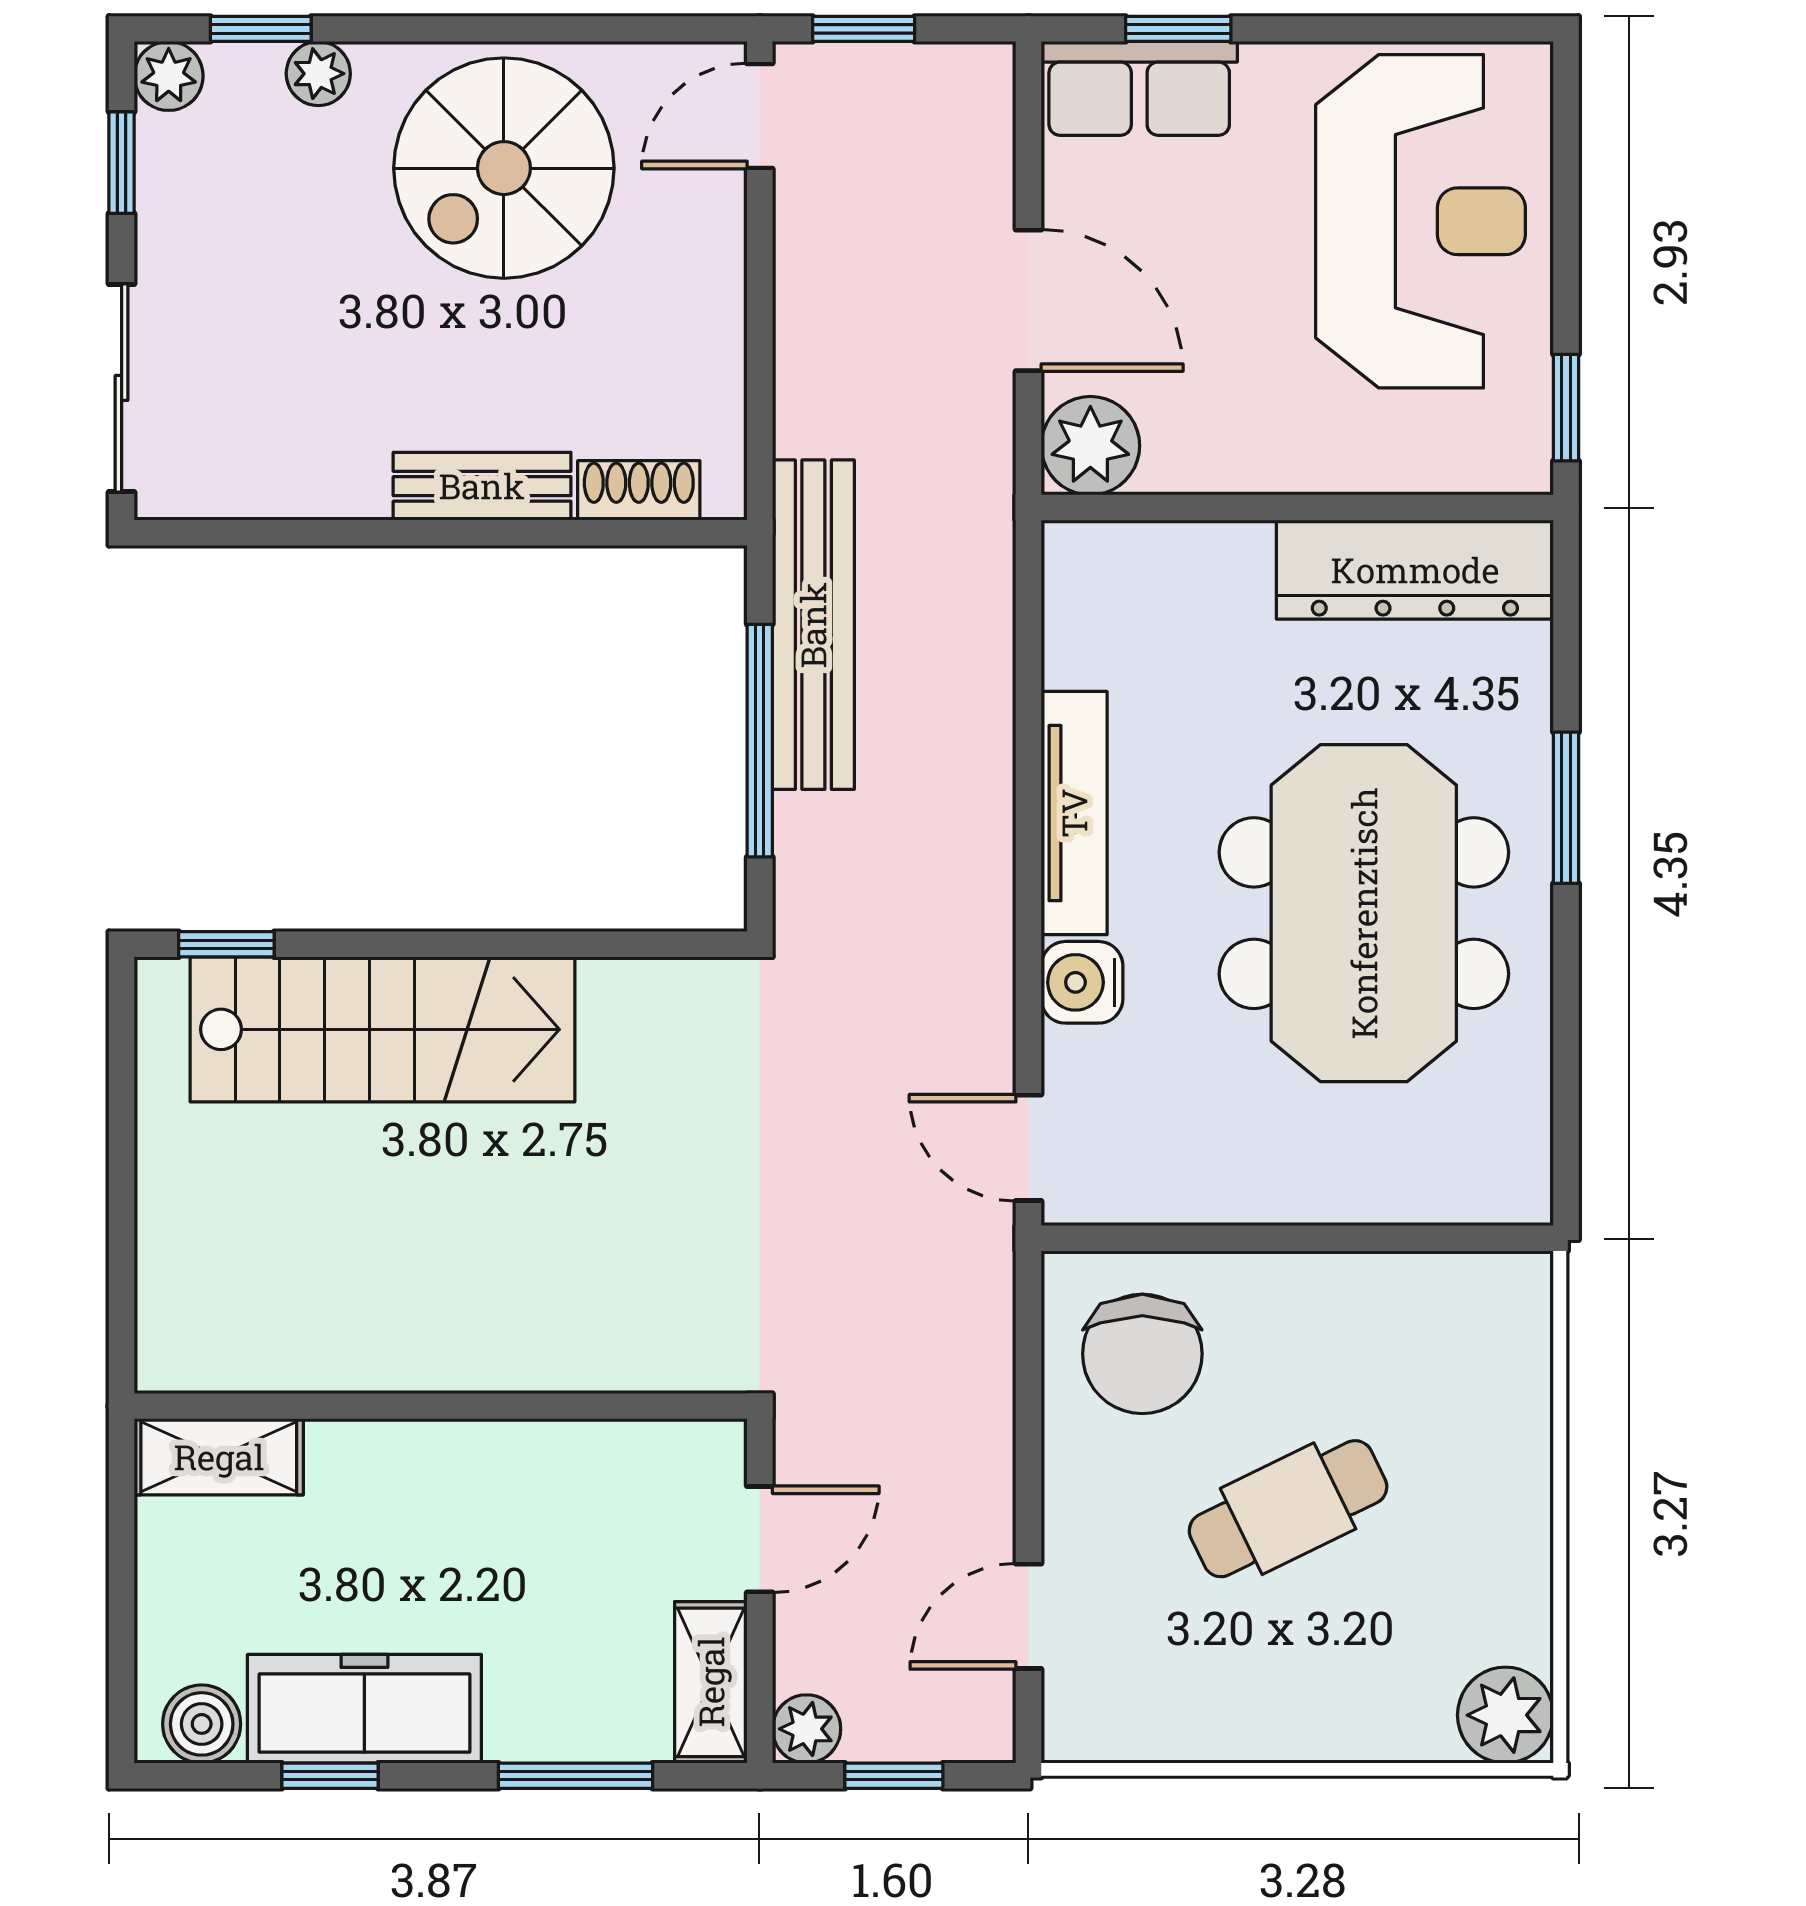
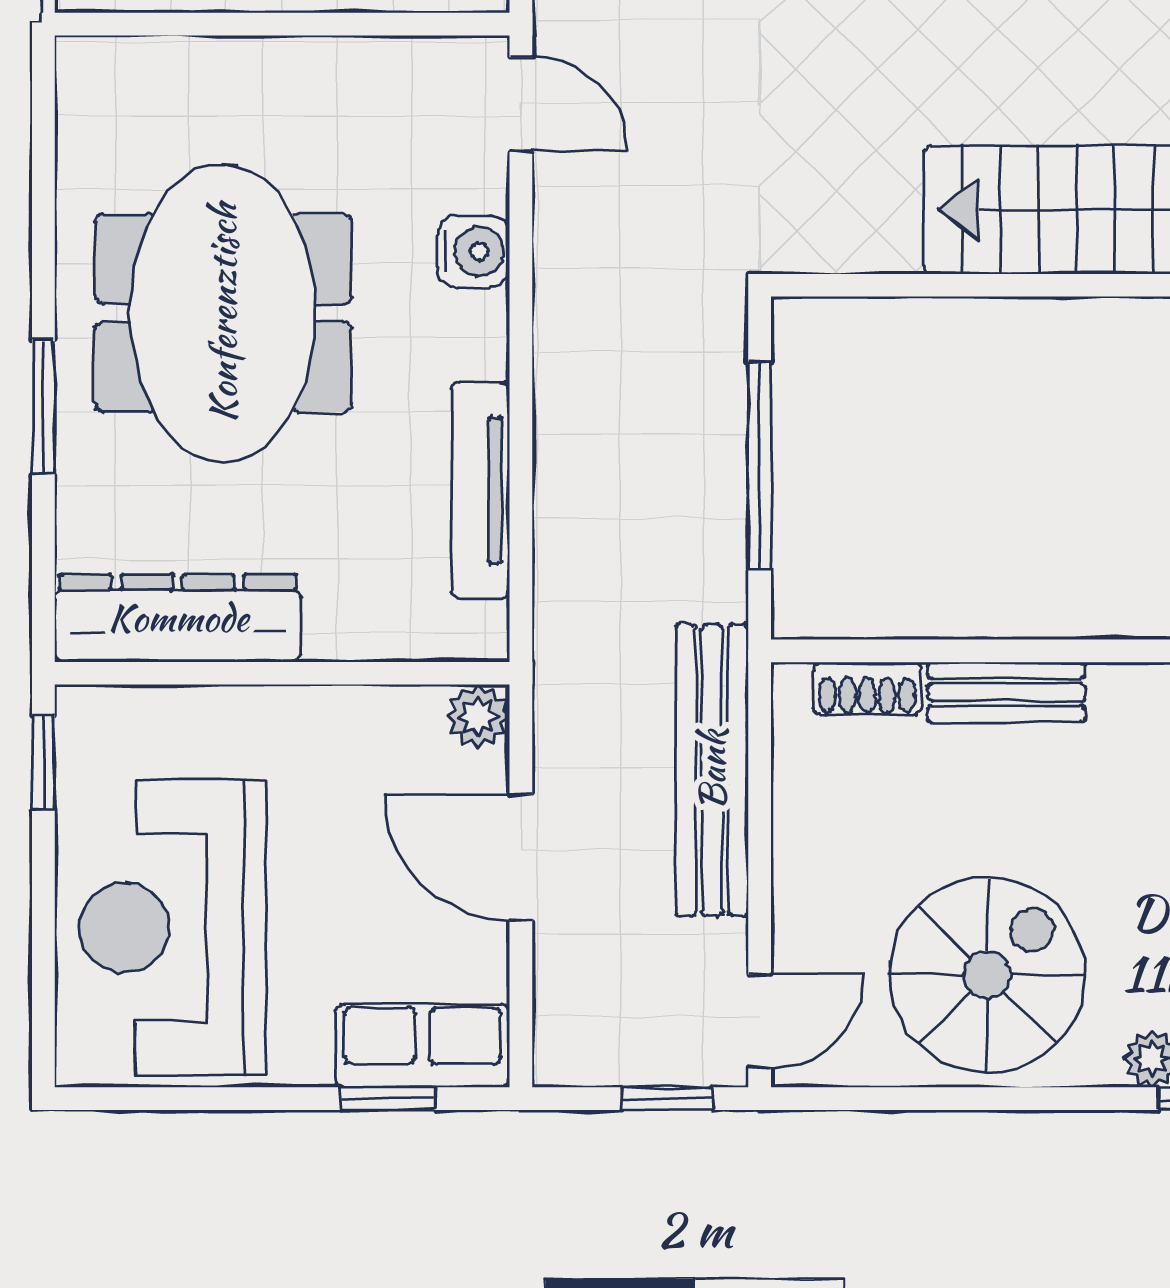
plant: (1090, 446) -> (478, 716), width x0.73, depth x0.73
bench: (813, 625) -> (712, 770), moved
tv unit: (1074, 813) -> (480, 490), moved

